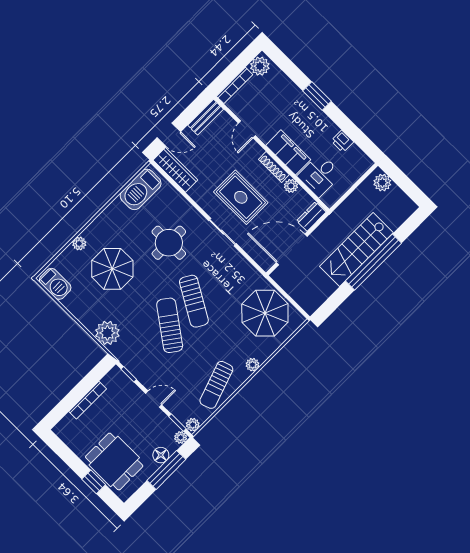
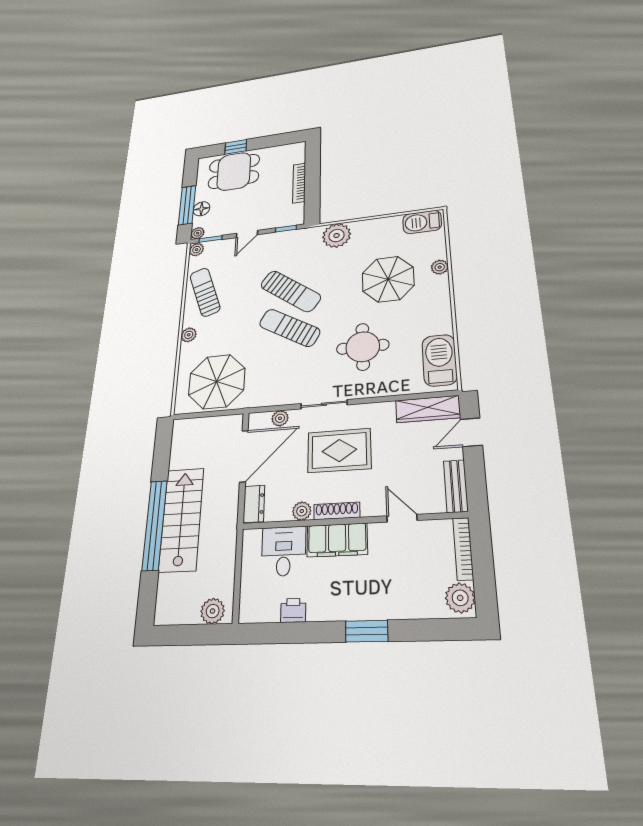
plant: (253, 250) -> (280, 418), added

